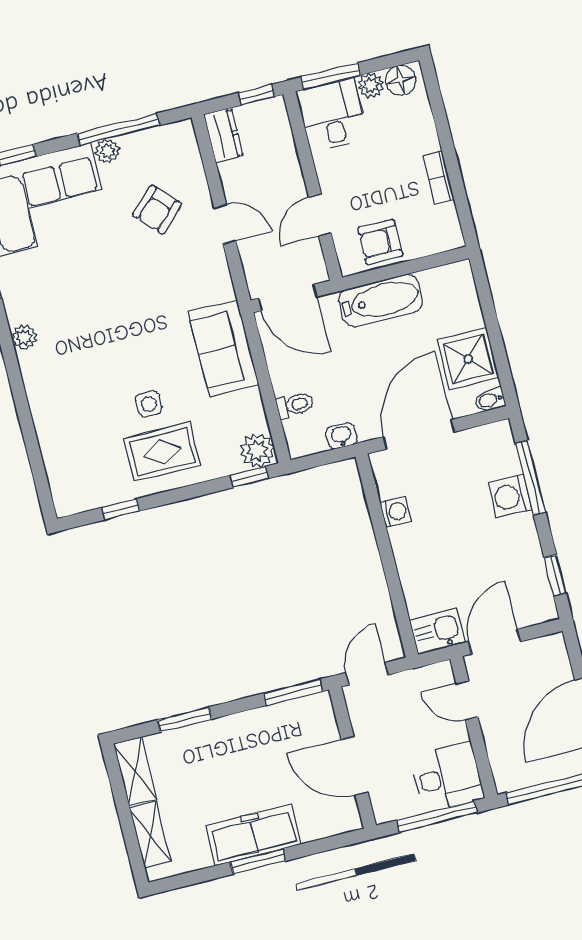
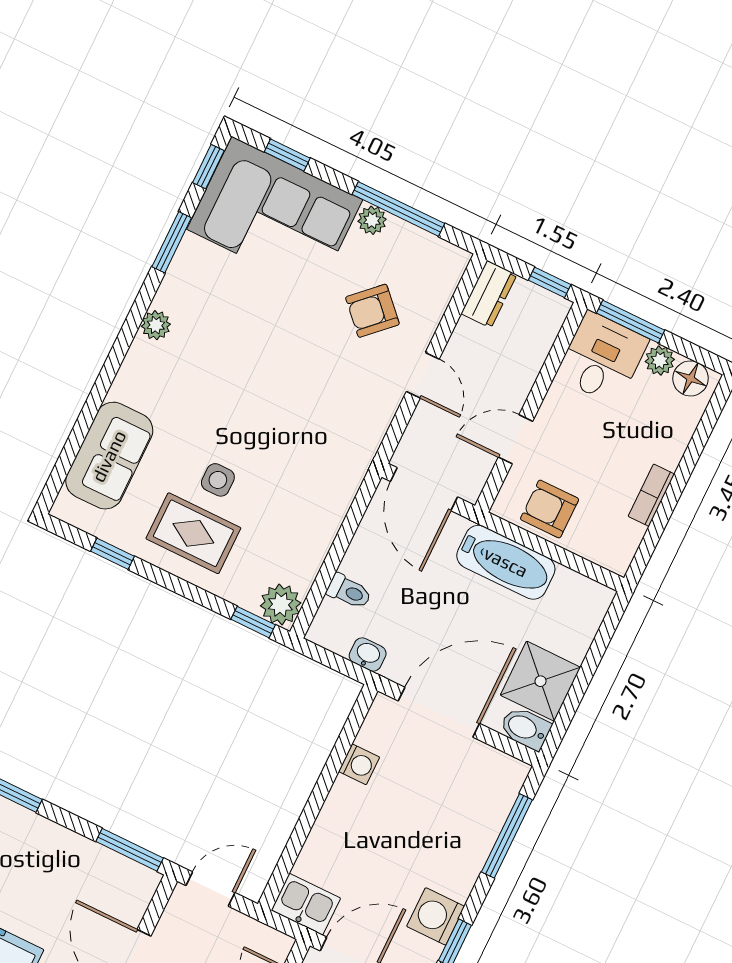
sofa: (224, 348) -> (109, 456), moved, turned 180
bidet: (490, 400) -> (525, 728), width x1.38, depth x1.36
washing machine: (510, 496) -> (436, 916), moved

